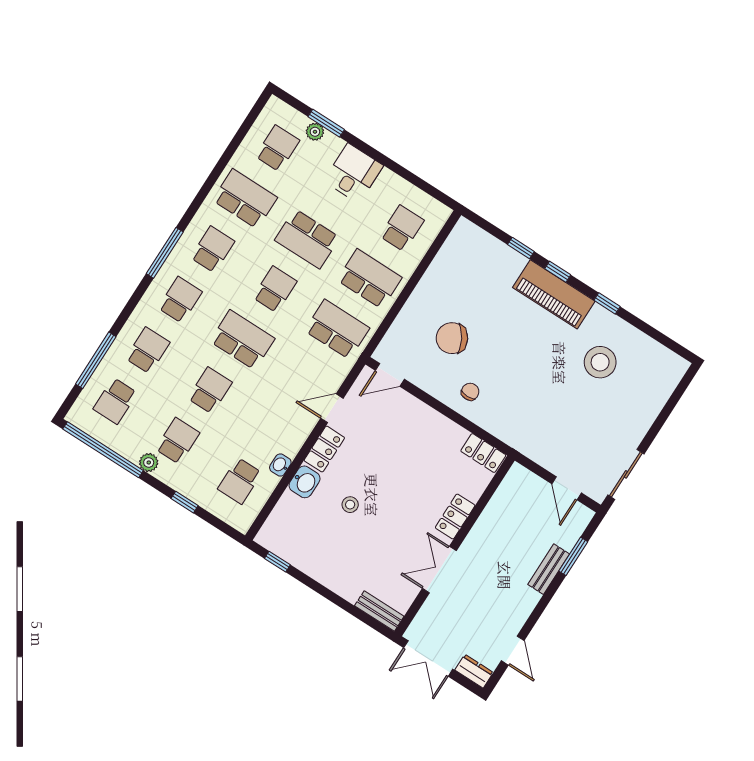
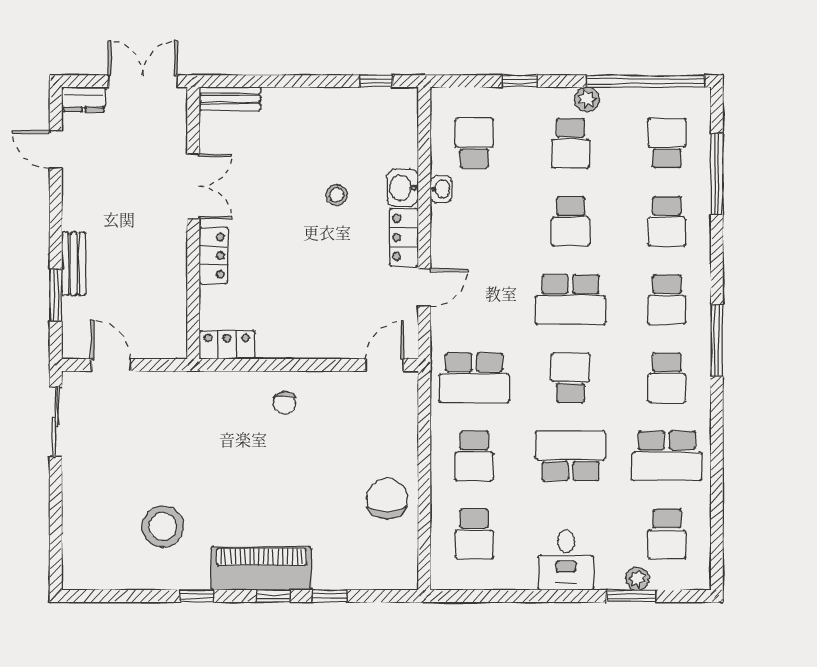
school desk: (369, 279) -> (474, 456), width x0.54
school desk: (275, 289) -> (571, 378), turned 180
chair: (452, 338) -> (387, 499), moved, turned -60

